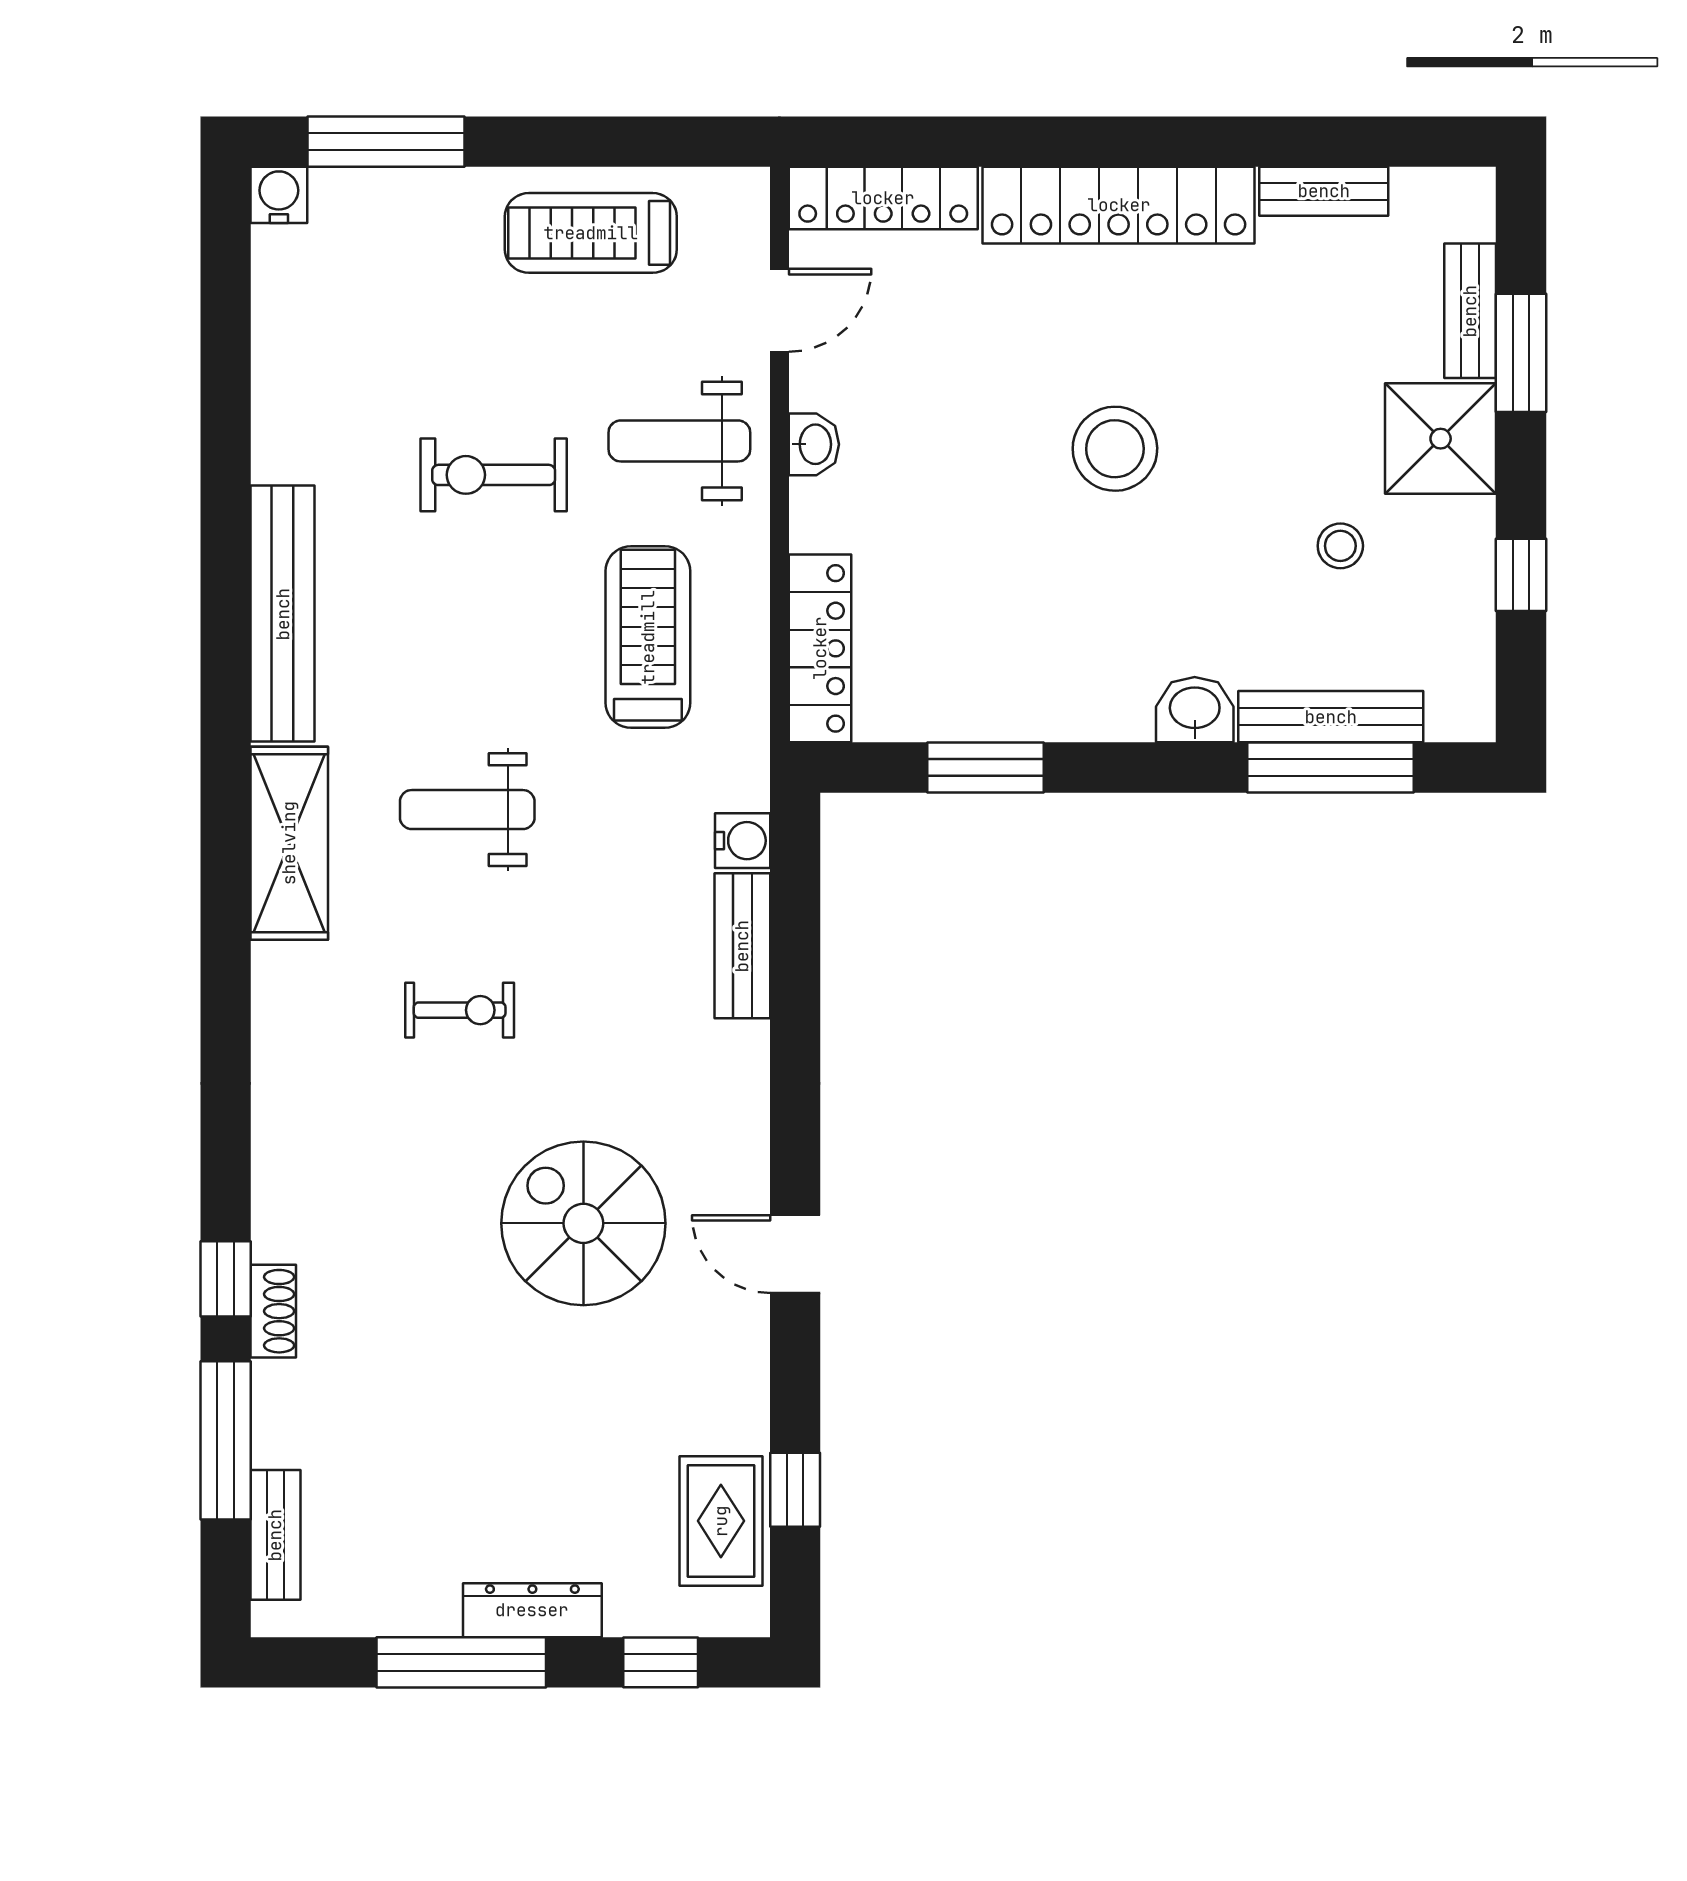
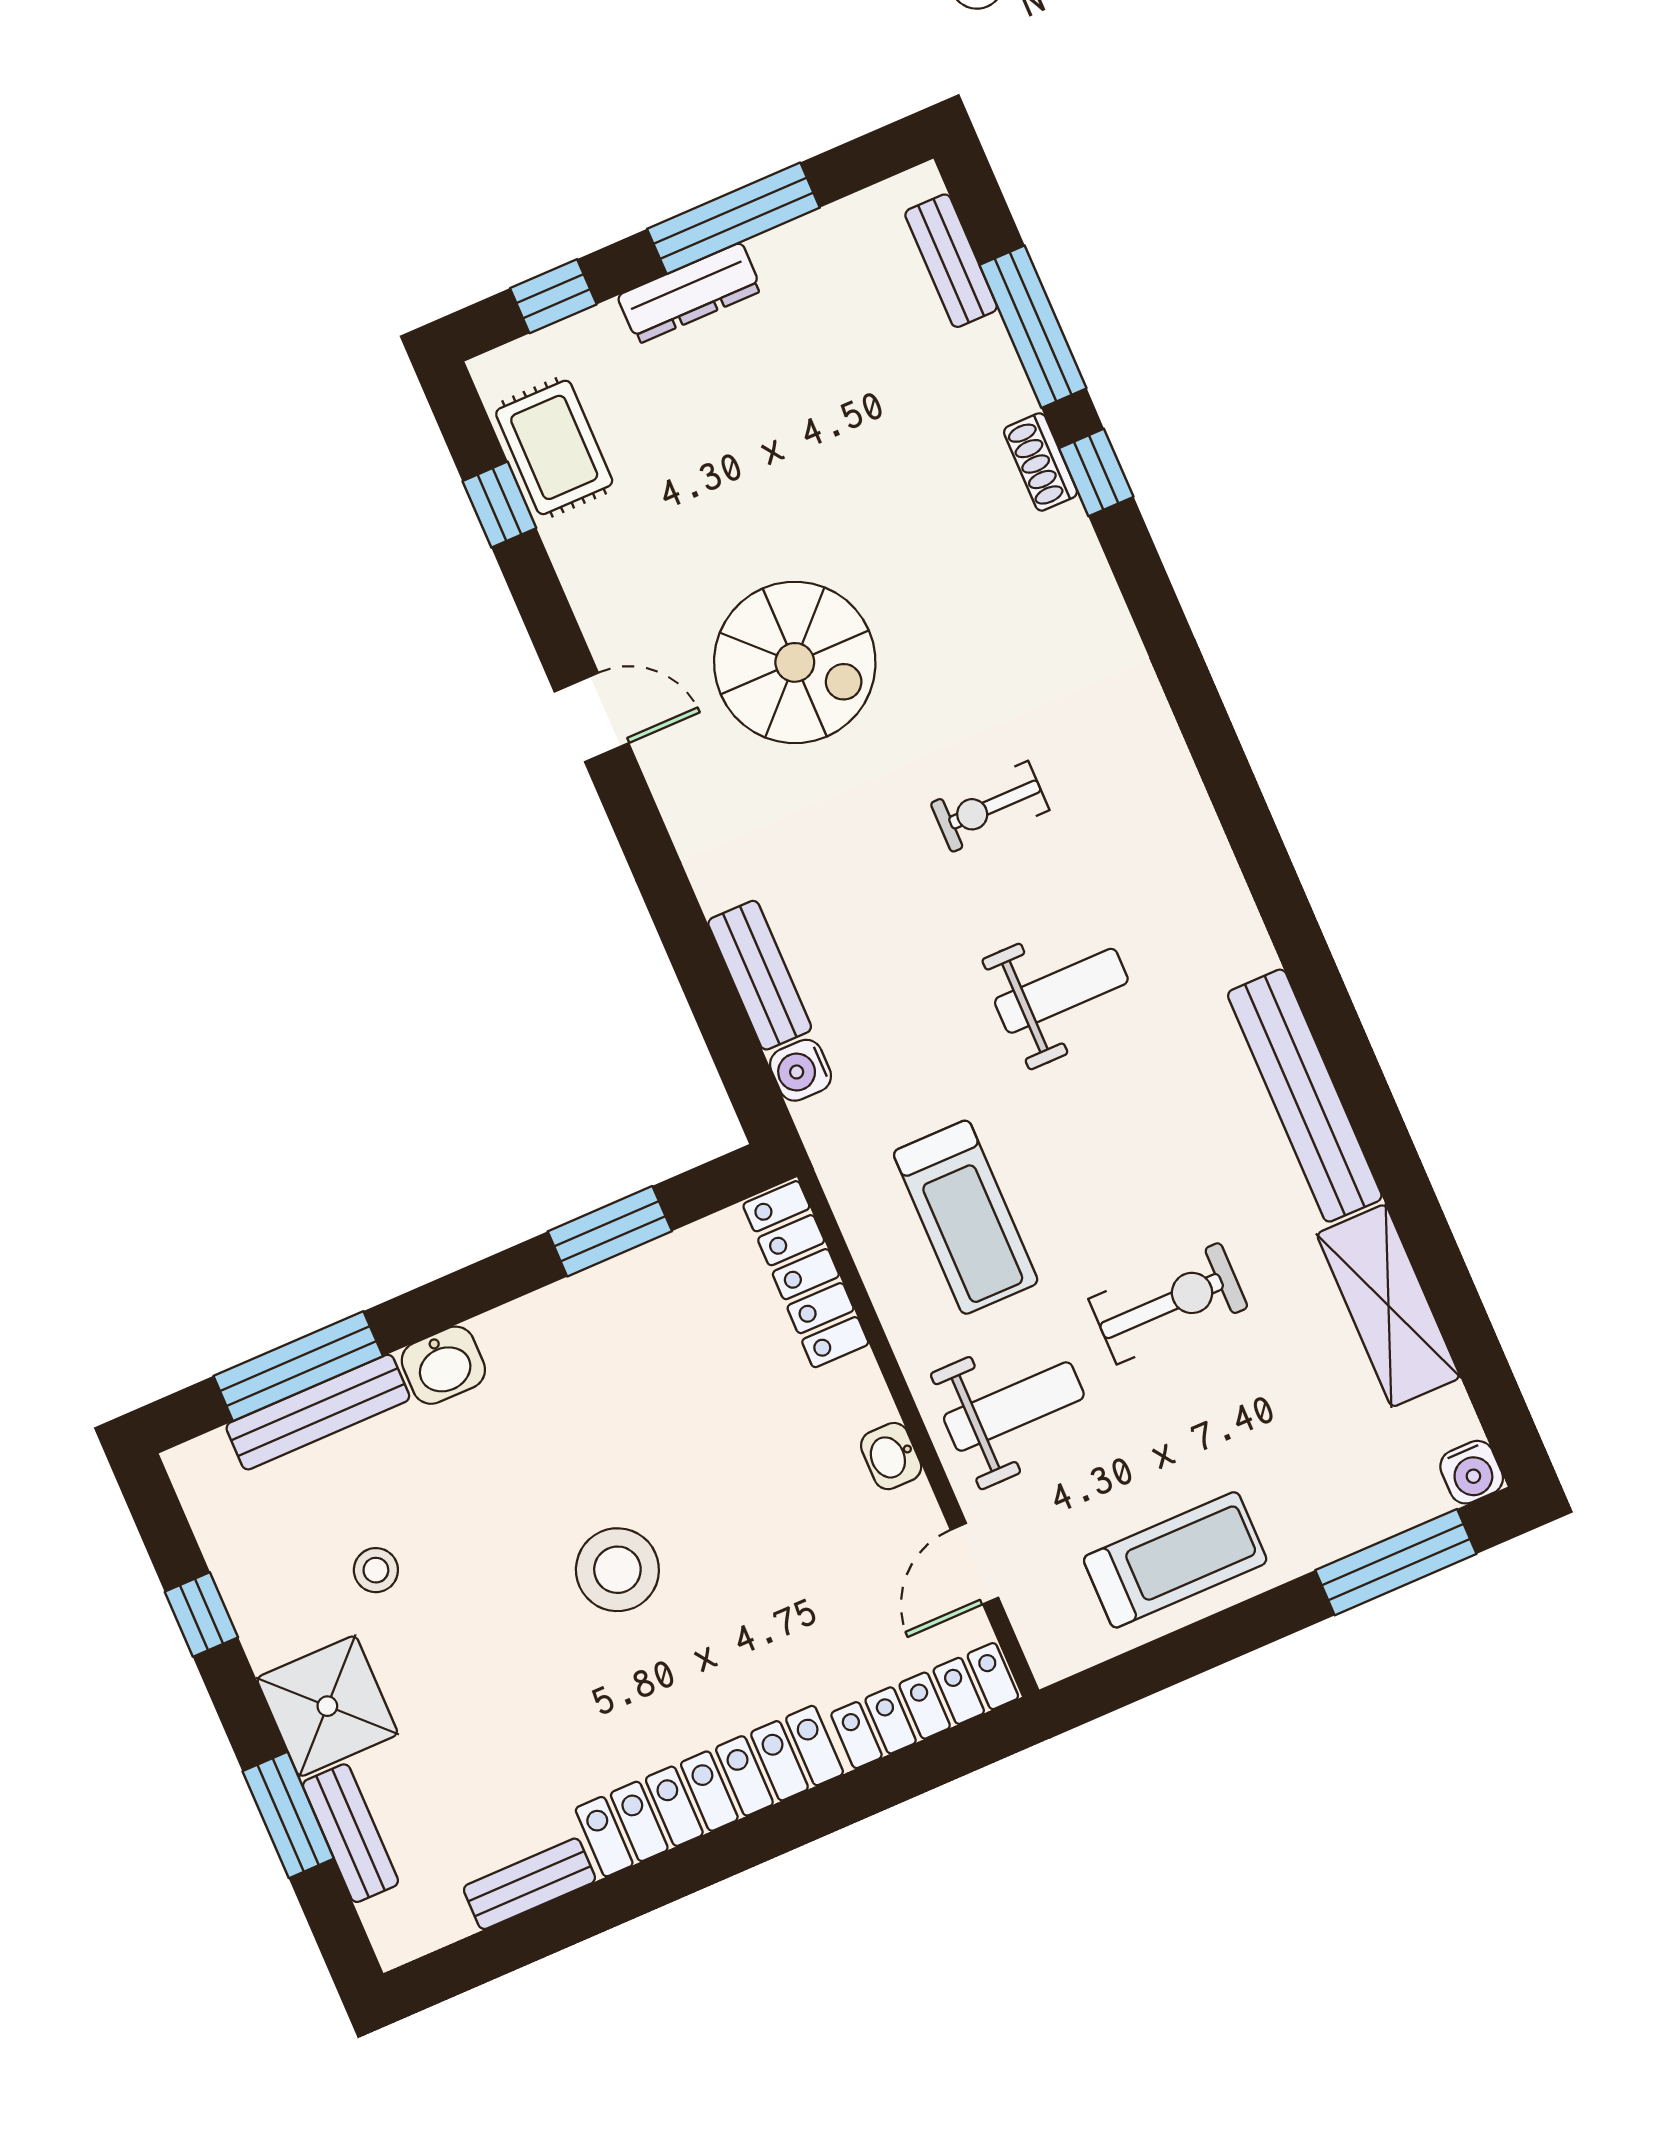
shelving: (289, 843) -> (1388, 1306), moved

